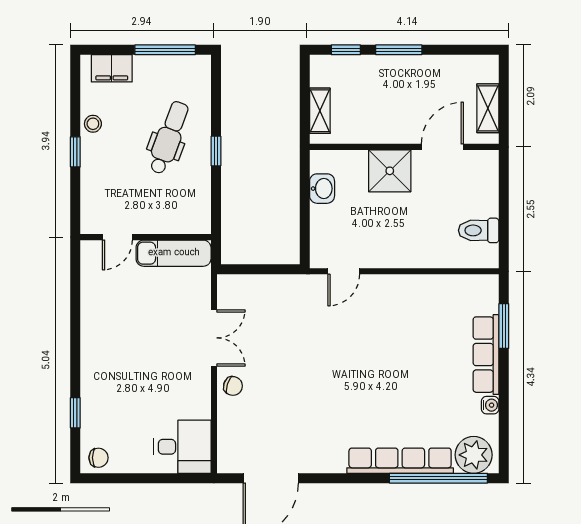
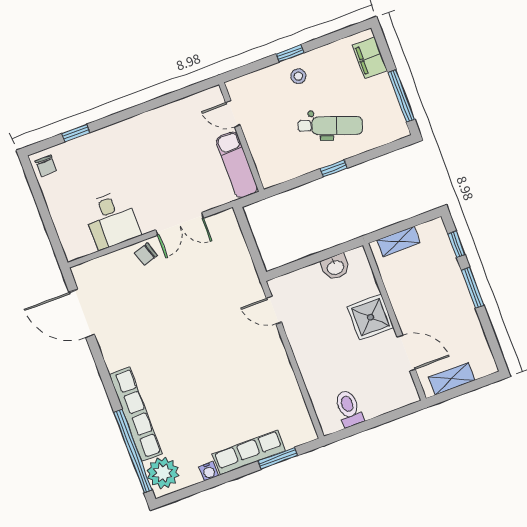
stool: (93, 124) -> (298, 76), moved
chair: (233, 386) -> (146, 254), turned 54
desk: (182, 447) -> (112, 220), moved

